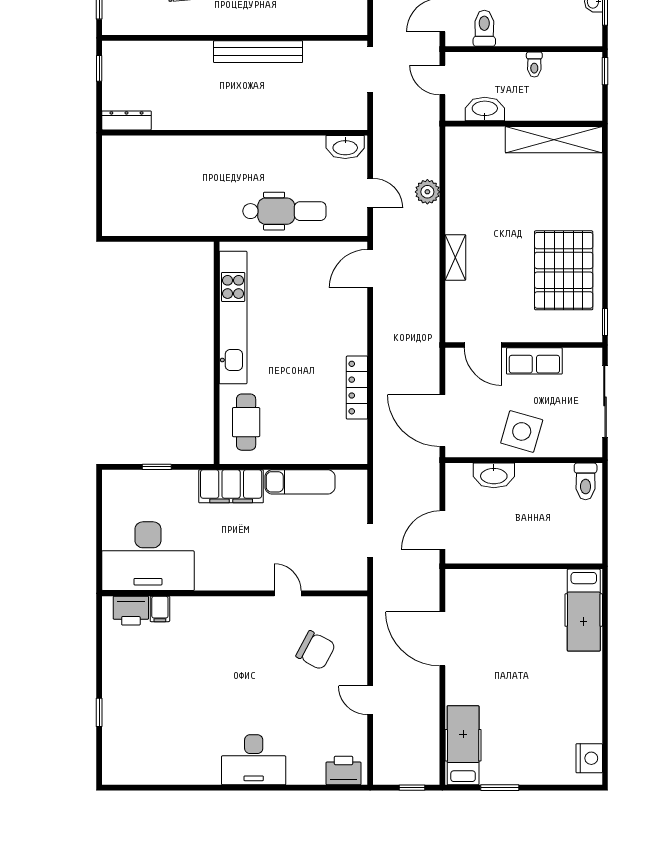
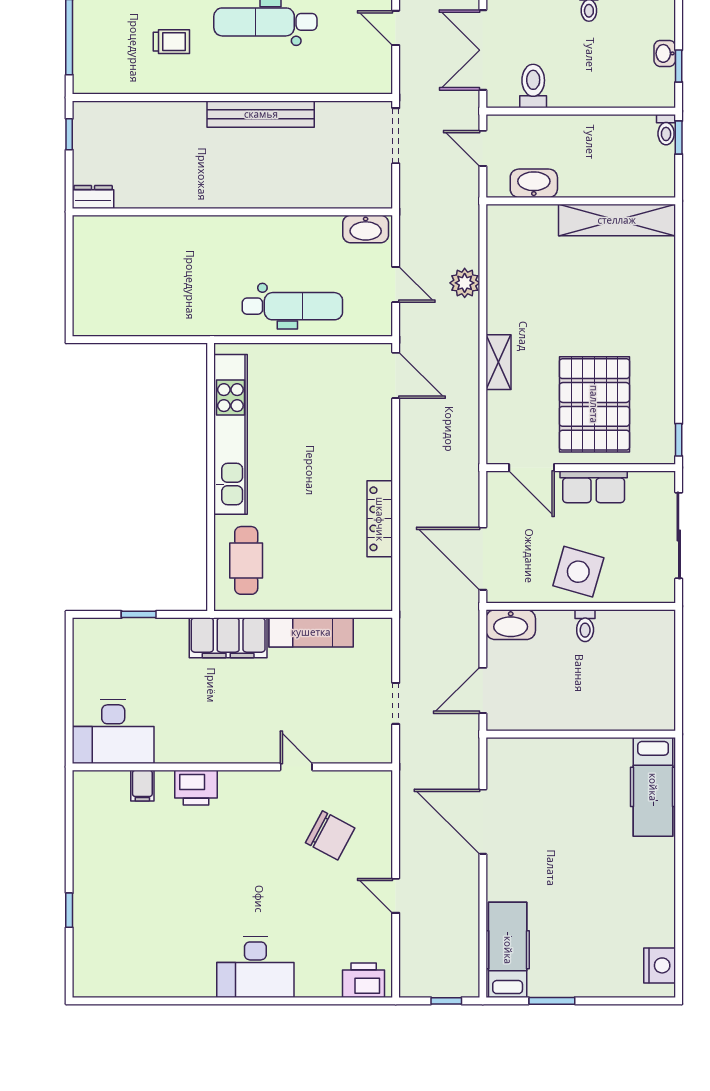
toilet: (534, 65) -> (666, 130), moved
dresser: (126, 120) -> (93, 197), width x0.70
door: (370, 269) -> (396, 375), swing flipped
pallet: (564, 270) -> (594, 404), moved
washbasin: (494, 475) -> (511, 625), moved
toilet: (586, 481) -> (585, 626), moved, width x0.73, depth x0.72
desk: (148, 556) -> (113, 732), width x0.73, depth x0.77
printer: (131, 611) -> (196, 788), moved

